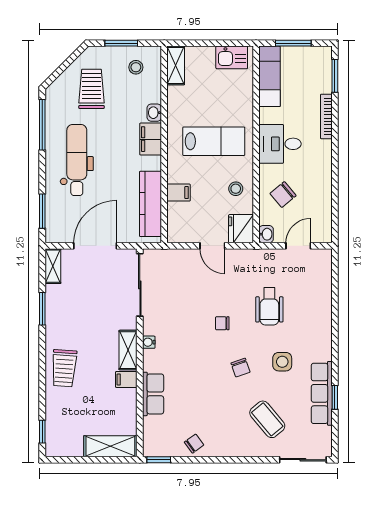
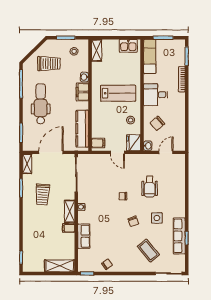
trolley: (91, 89) -> (49, 64), turned 90
filing cabinet: (179, 193) -> (98, 143), moved
trolley: (64, 368) -> (42, 194), moved

